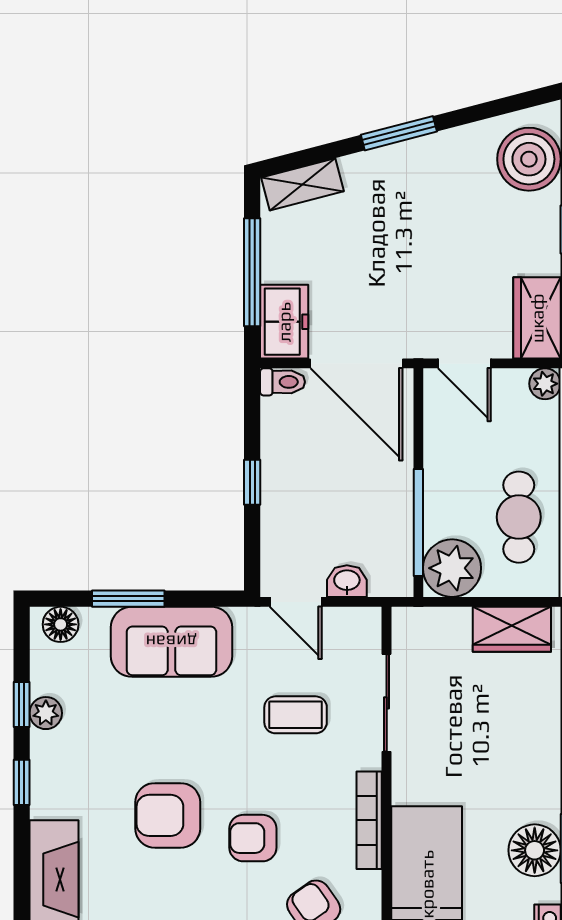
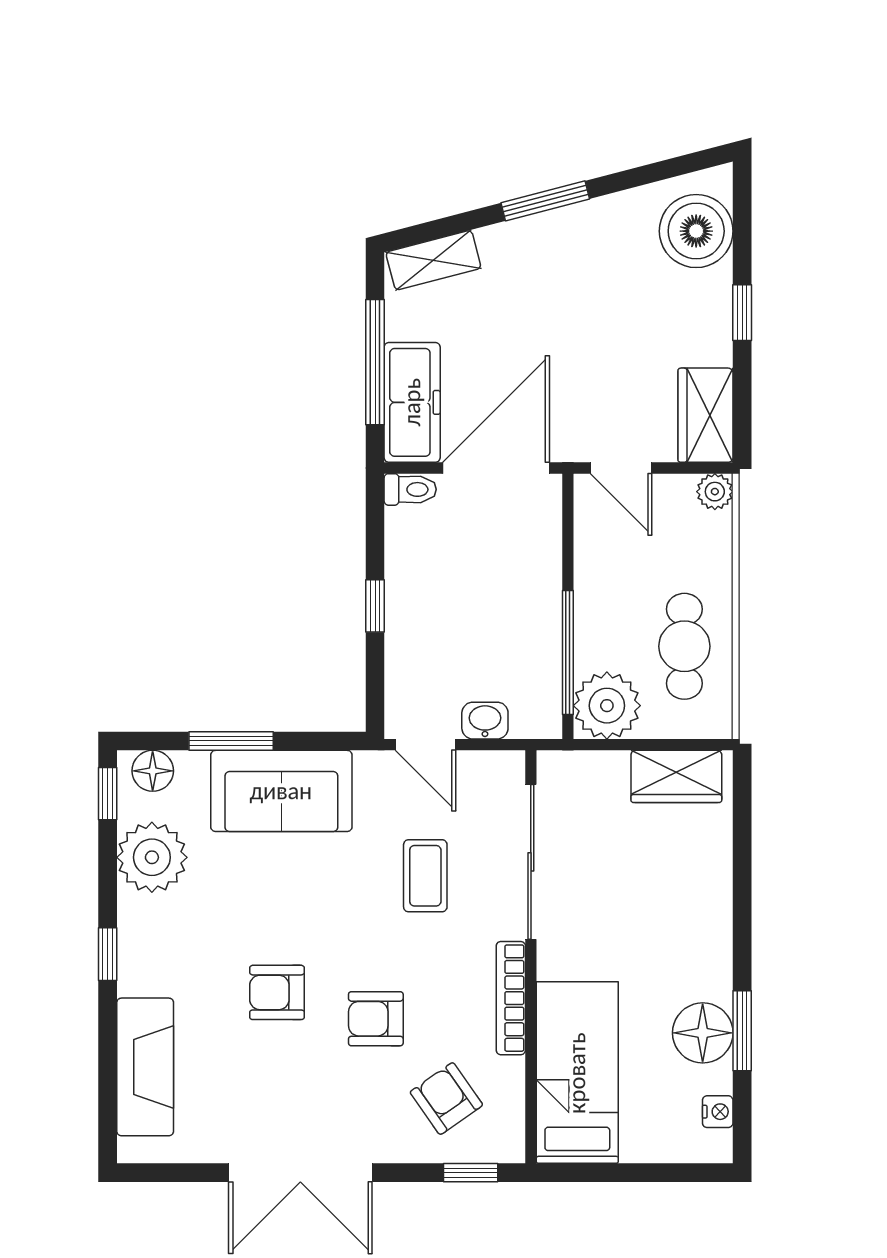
freezer: (284, 322) -> (412, 402), width x1.40
door: (356, 363) -> (496, 468), swing flipped
sliding door: (387, 703) -> (531, 862), width x1.37
window: (22, 705) -> (108, 794), moved
plant: (46, 713) -> (152, 857), width x1.88, depth x1.88
coffee table: (296, 715) -> (425, 876), turned 90
armchair: (168, 815) -> (277, 992), width x0.72, depth x0.72

